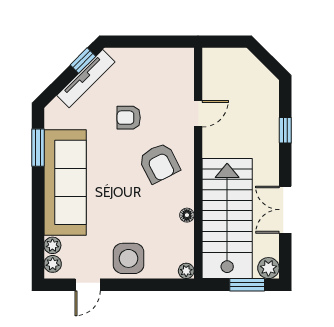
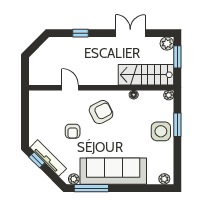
window: (38, 148) -> (91, 188), width x1.44
double door: (285, 210) -> (130, 33), swing flipped
stairs: (227, 219) -> (146, 75), width x0.73, depth x0.66
plant: (52, 245) -> (74, 179), moved
door: (88, 285) -> (177, 157), removed
window: (139, 285) -> (177, 125), added

